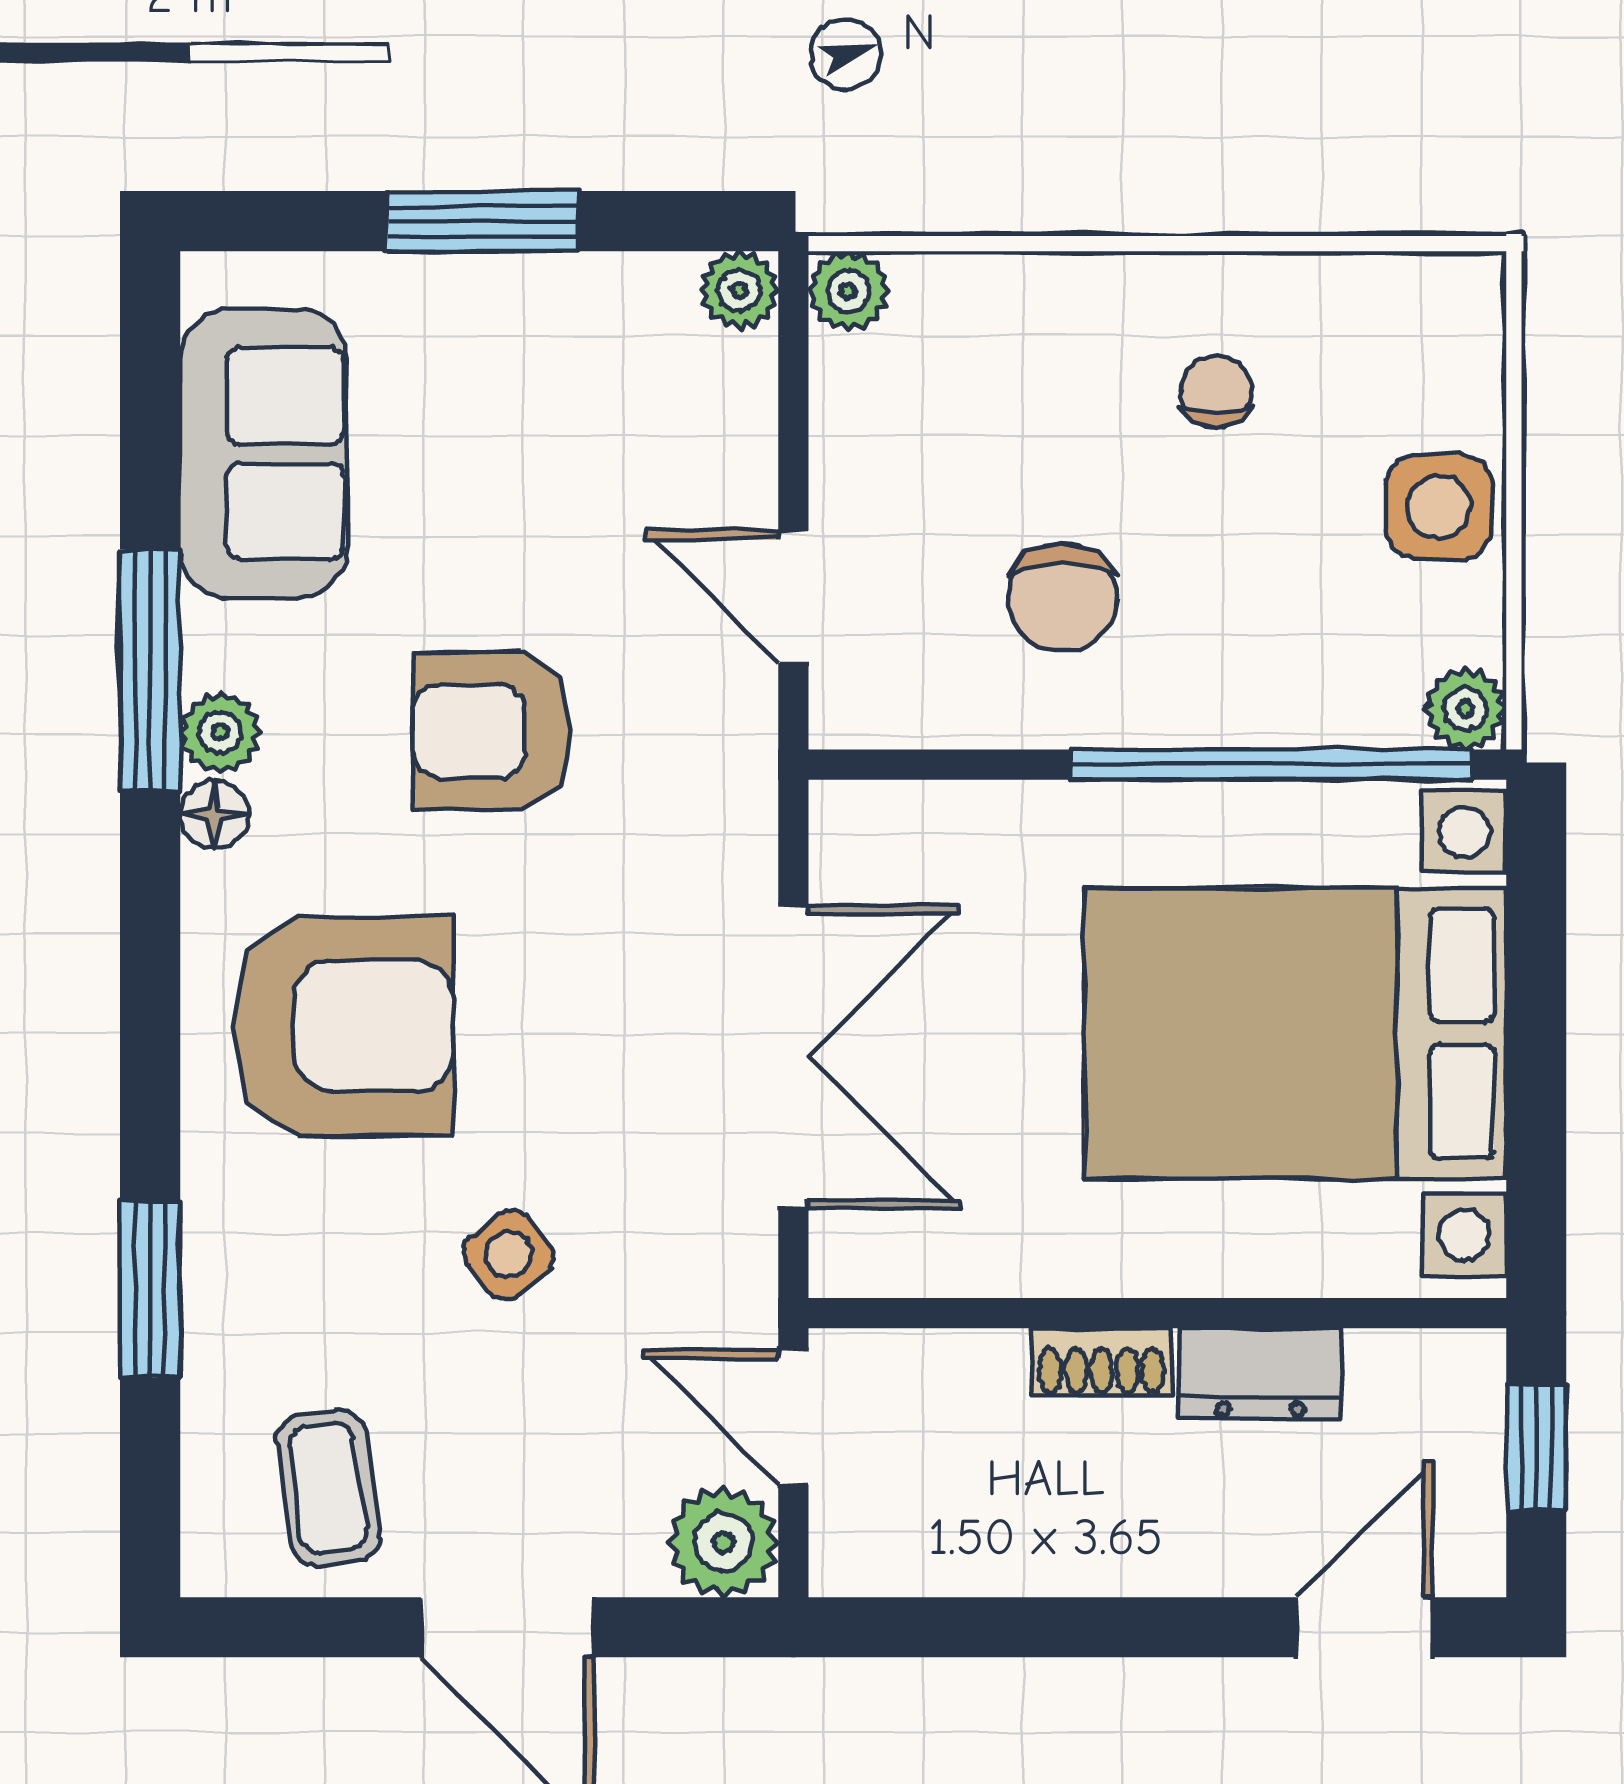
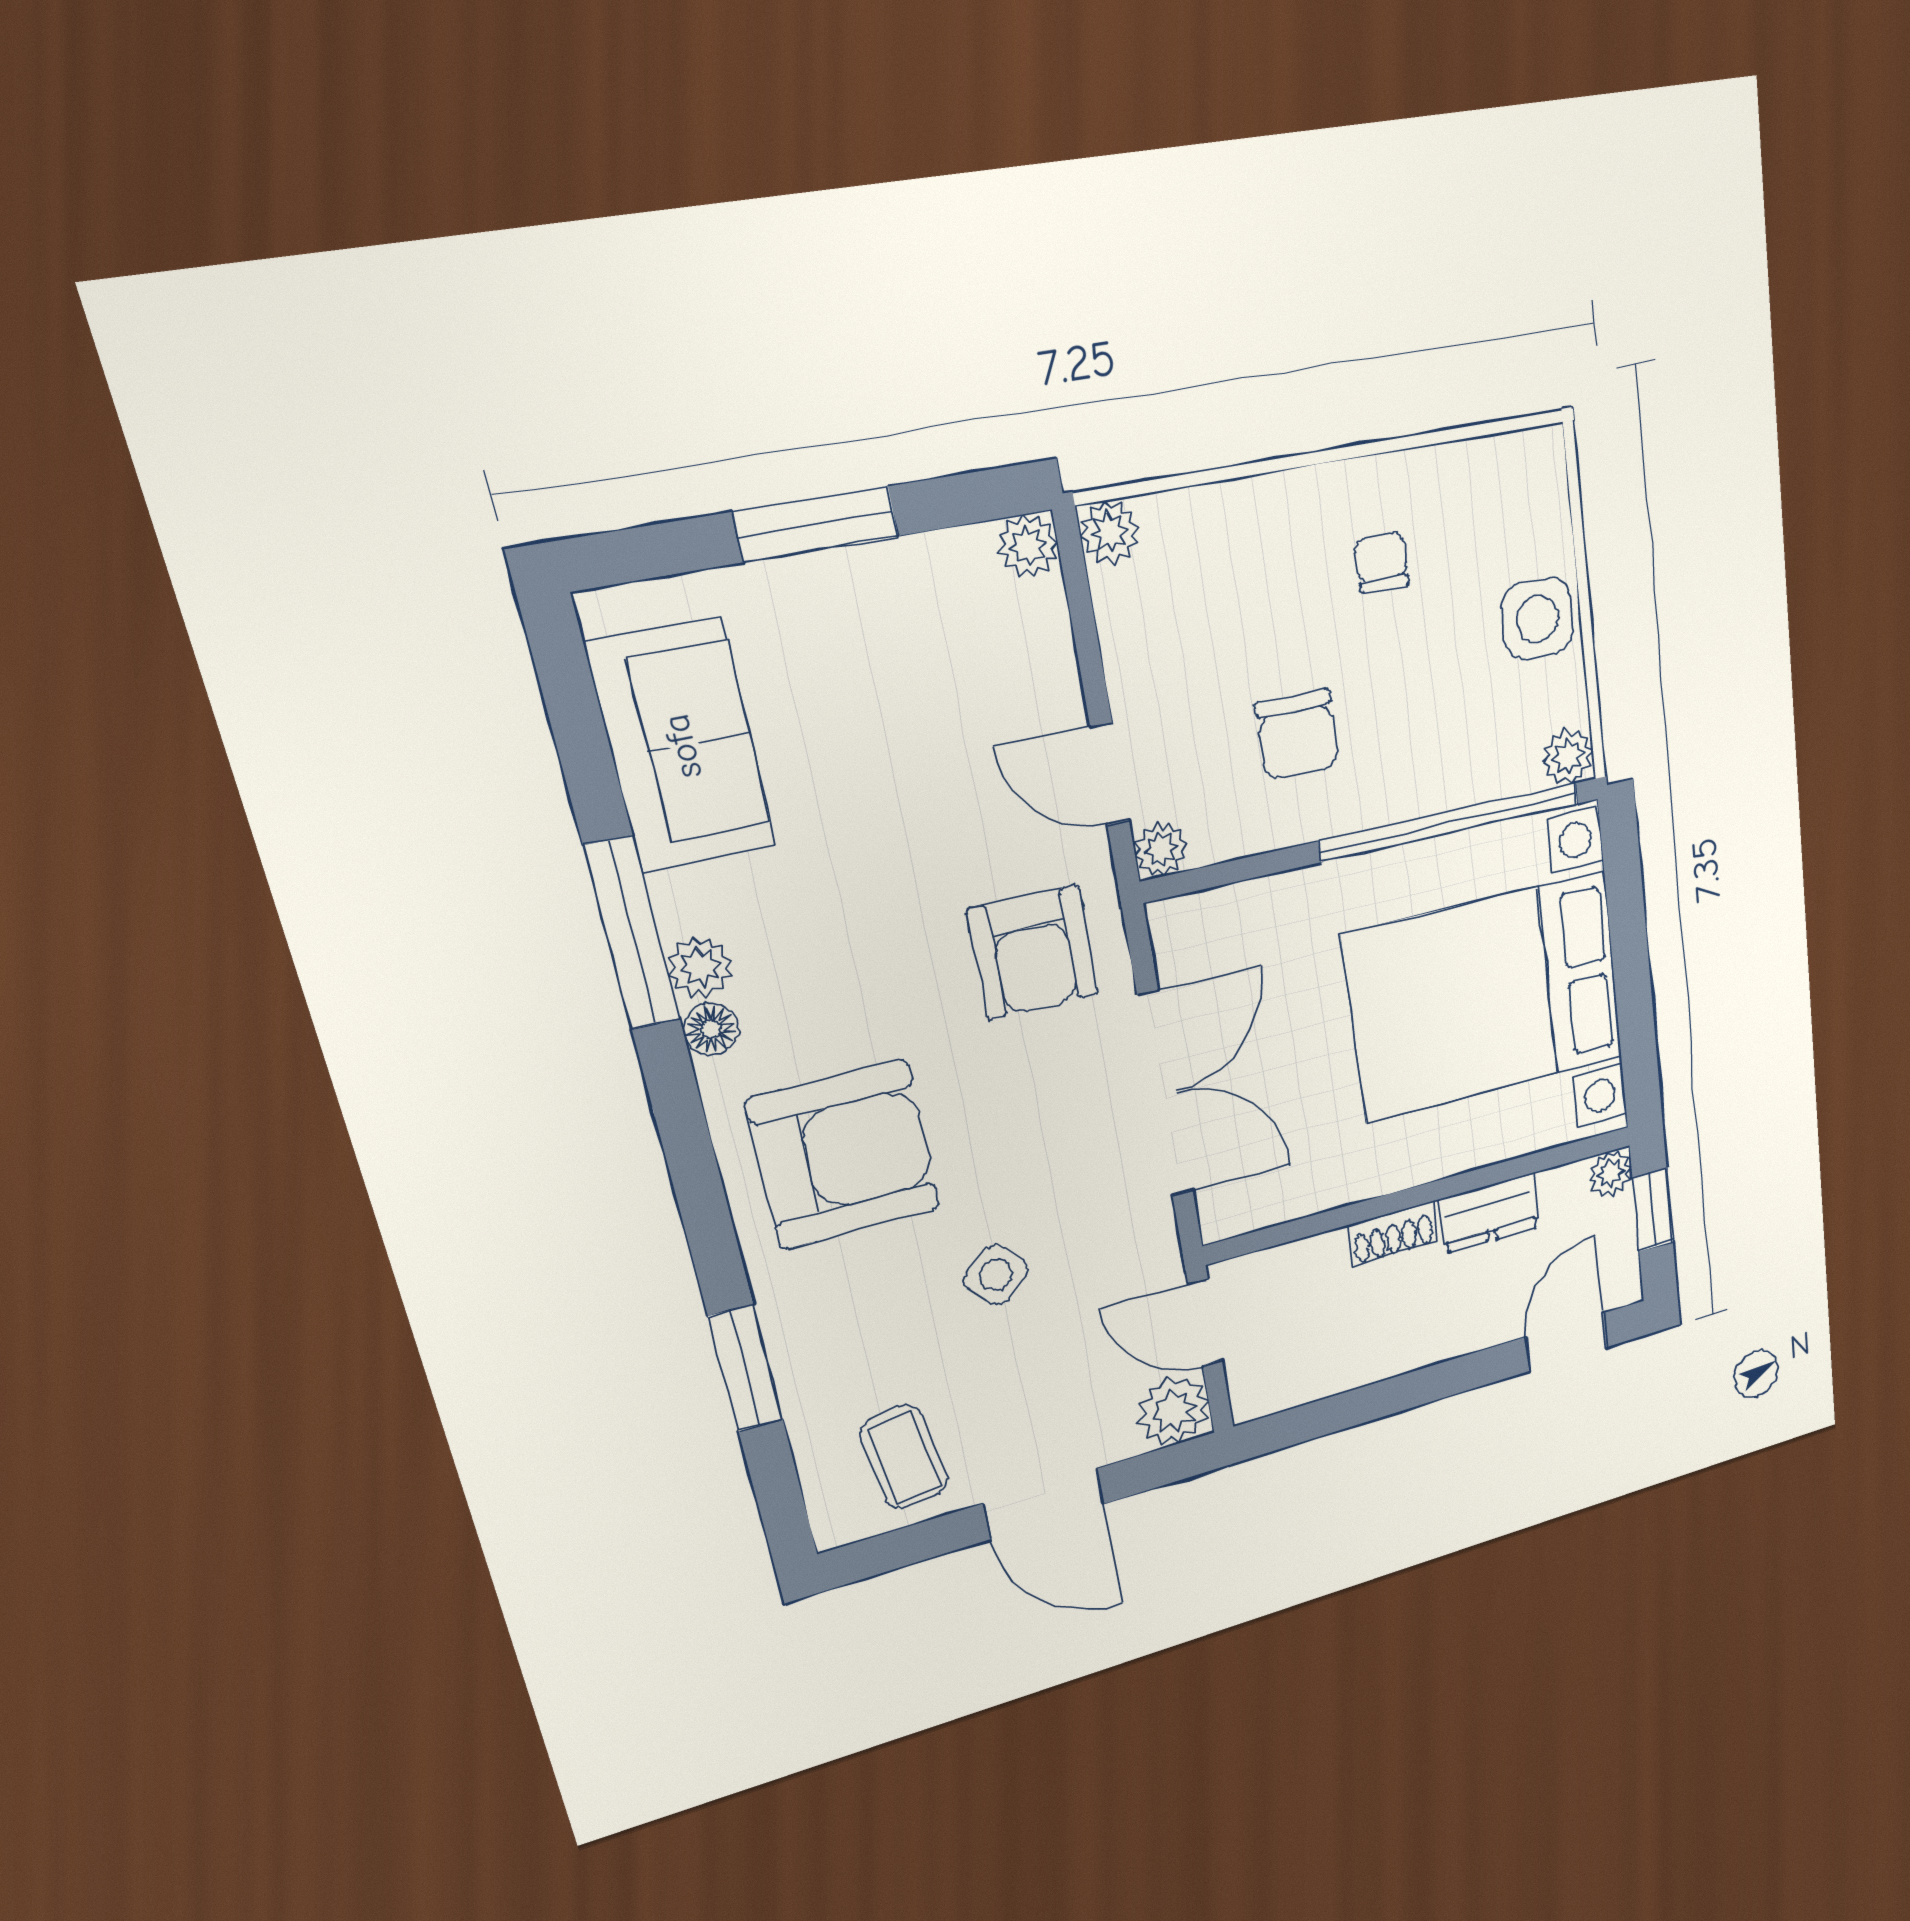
plant: (846, 712) -> (1161, 850), added
armchair: (491, 731) -> (1033, 952), moved, turned -90
plant: (1469, 1366) -> (1610, 1174), added

